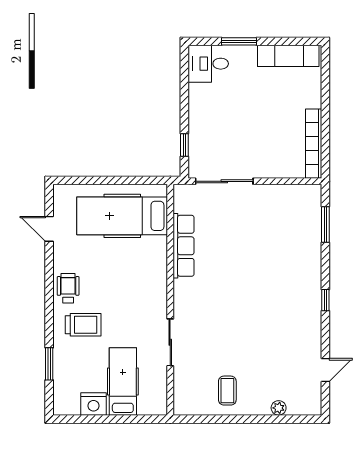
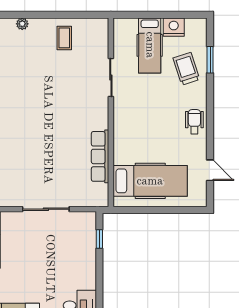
sliding door: (224, 181) -> (46, 209), moved
wheelchair: (68, 288) -> (194, 122), turned 180
trolley: (83, 325) -> (186, 69), moved, turned 72

